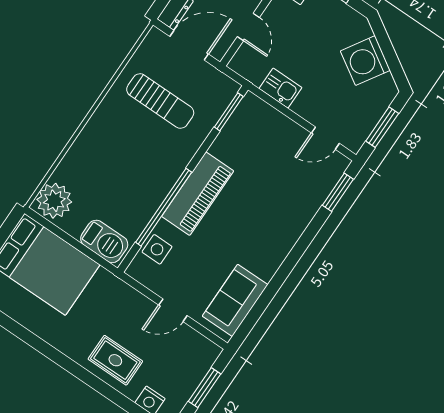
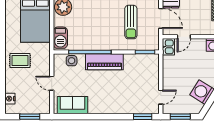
kitchen sink: (280, 88) -> (168, 47), moved
door: (325, 138) -> (161, 97), swing flipped
rug: (115, 360) -> (20, 60), moved, turned 90

